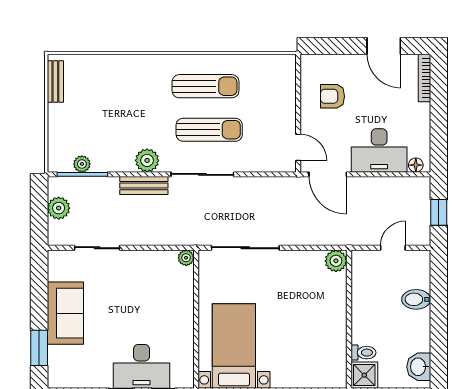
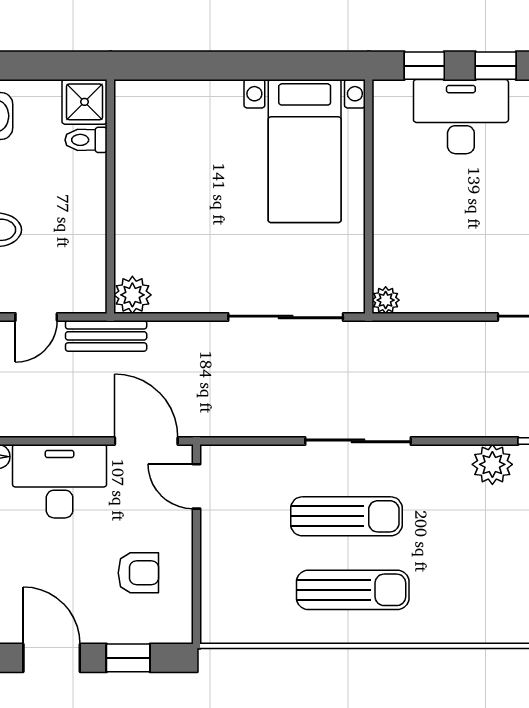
window: (338, 46) -> (128, 658), added
sun lounger: (206, 86) -> (353, 590), turned 180
sun lounger: (209, 130) -> (346, 516), turned 180
plant: (147, 160) -> (492, 464), moved
bench: (144, 186) -> (106, 336), moved

